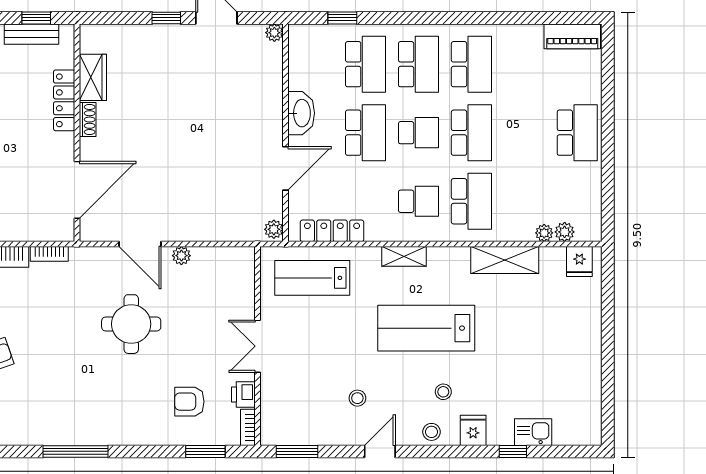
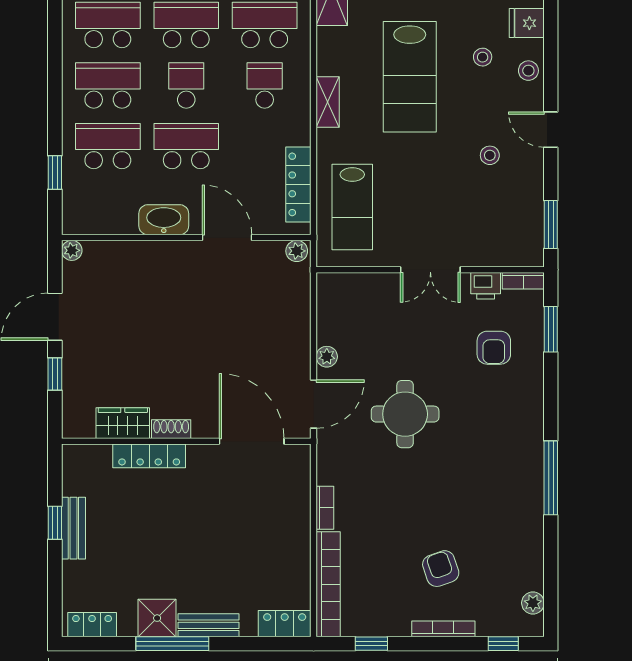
wardrobe: (93, 77) -> (123, 423), moved
locker: (64, 100) -> (149, 456), moved
shoe rack: (88, 120) -> (171, 429), moved
wall: (77, 133) -> (186, 441), moved
door: (77, 190) -> (252, 441), moved

